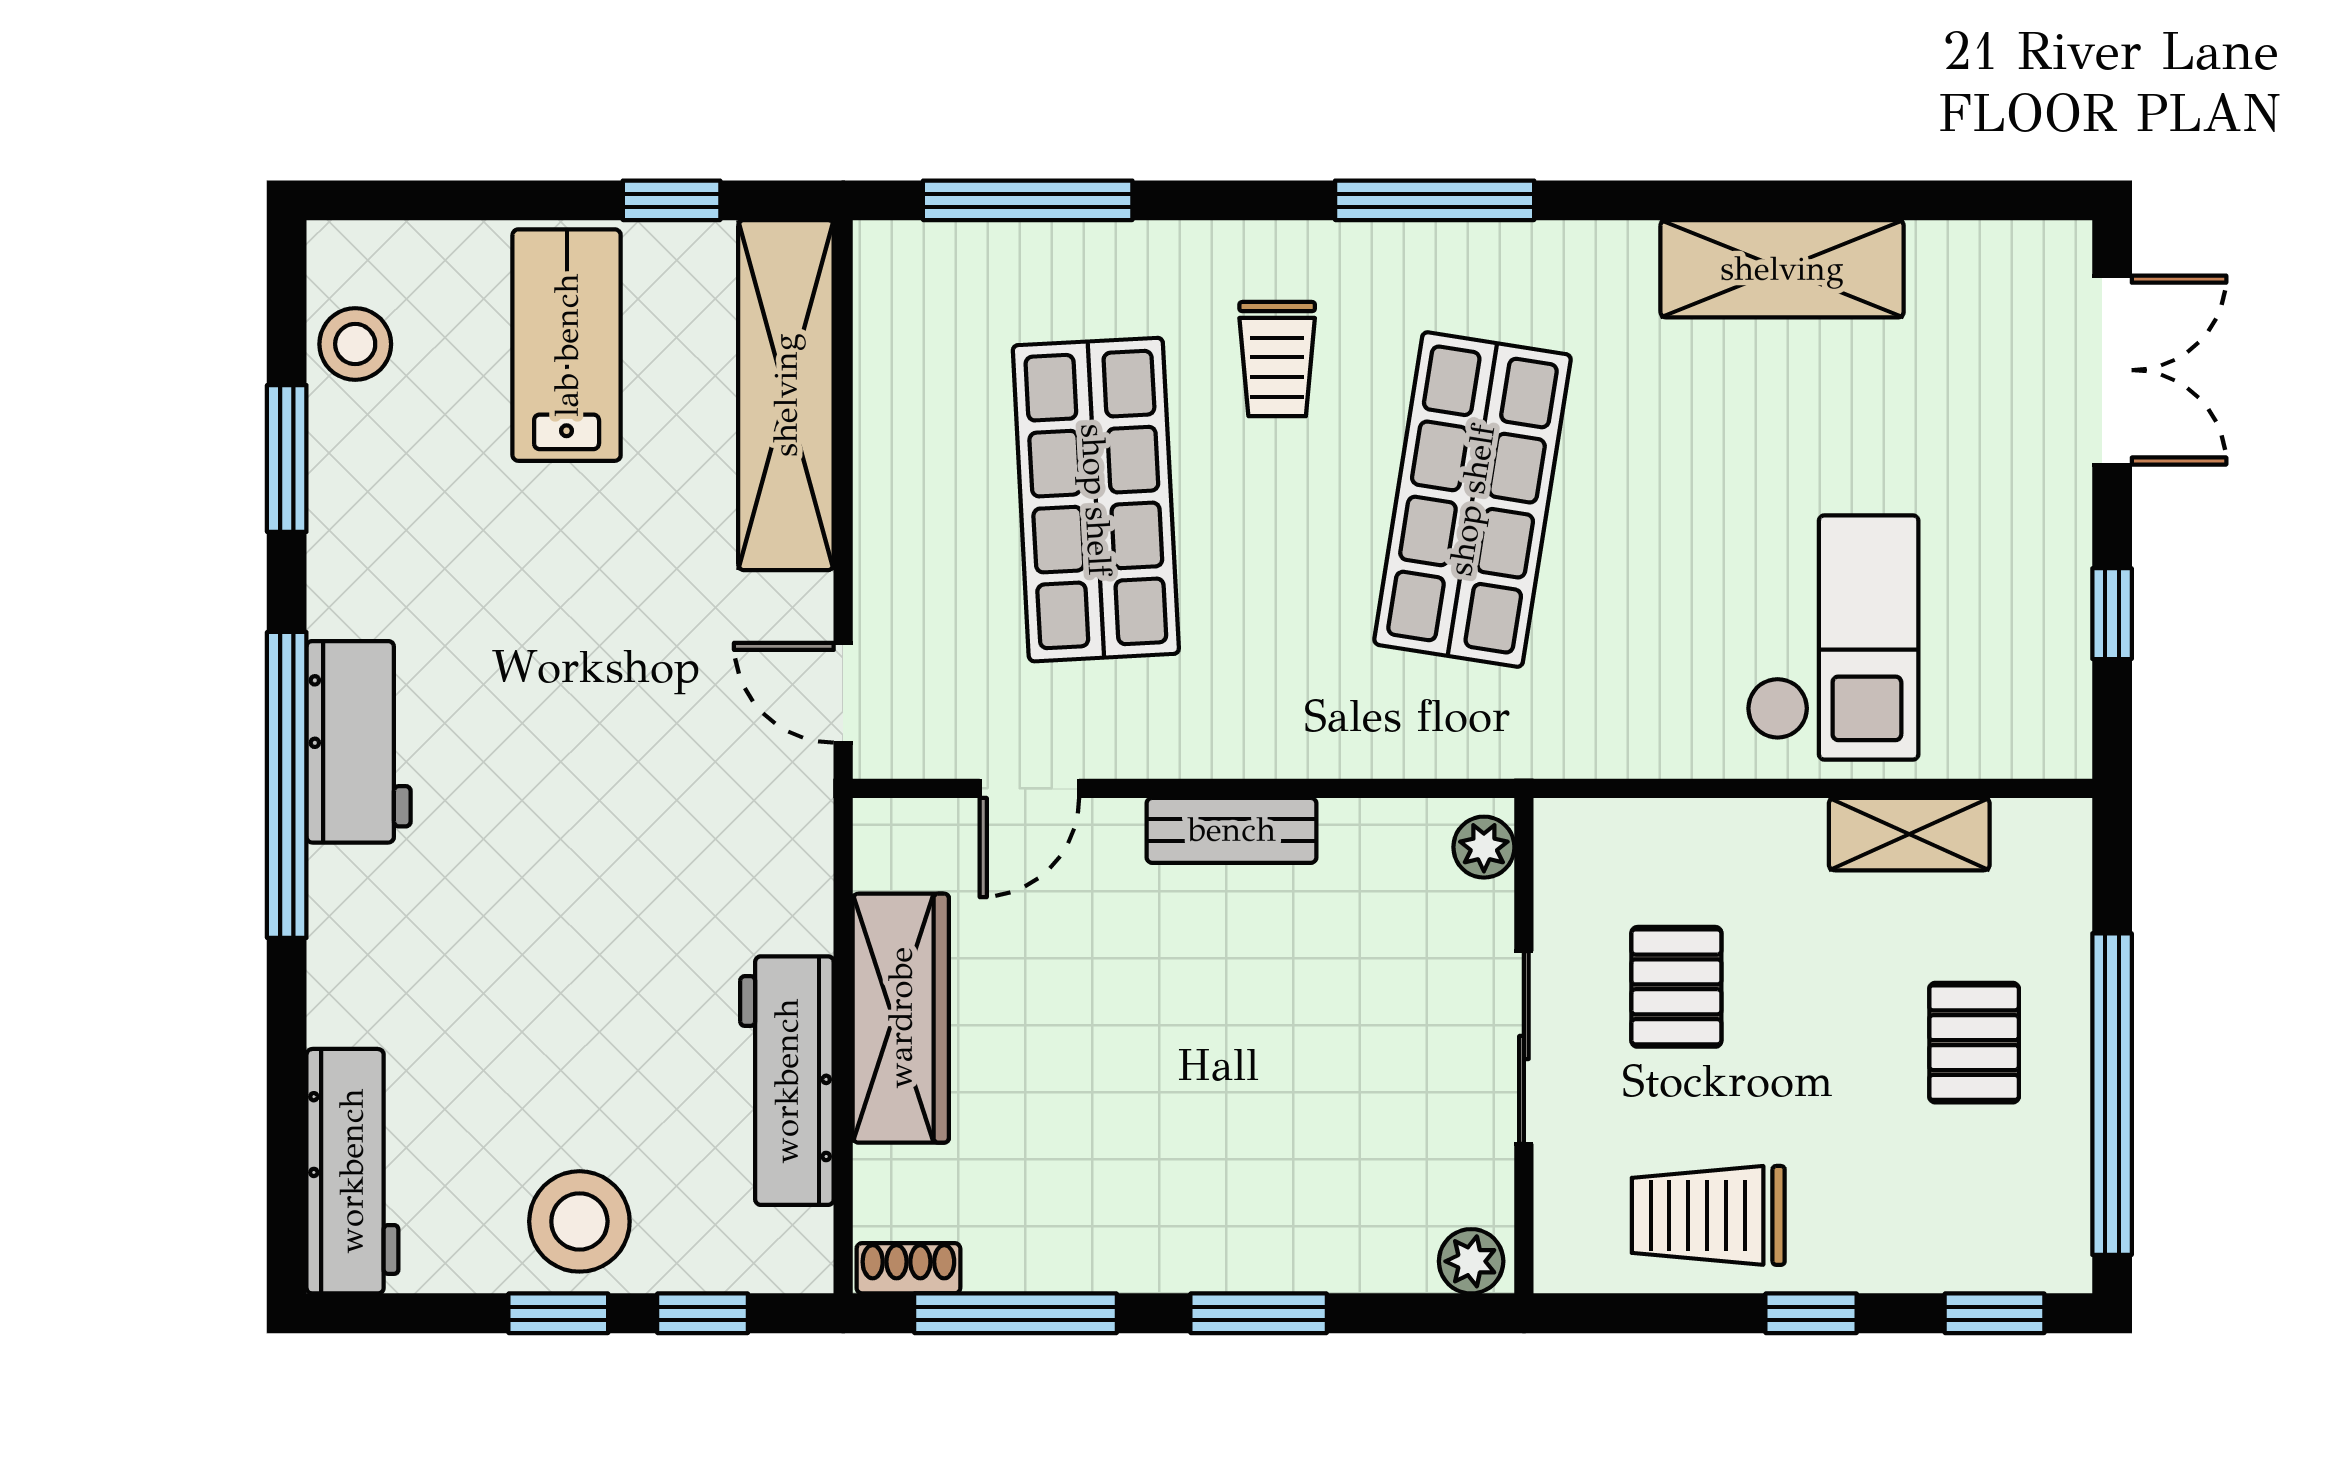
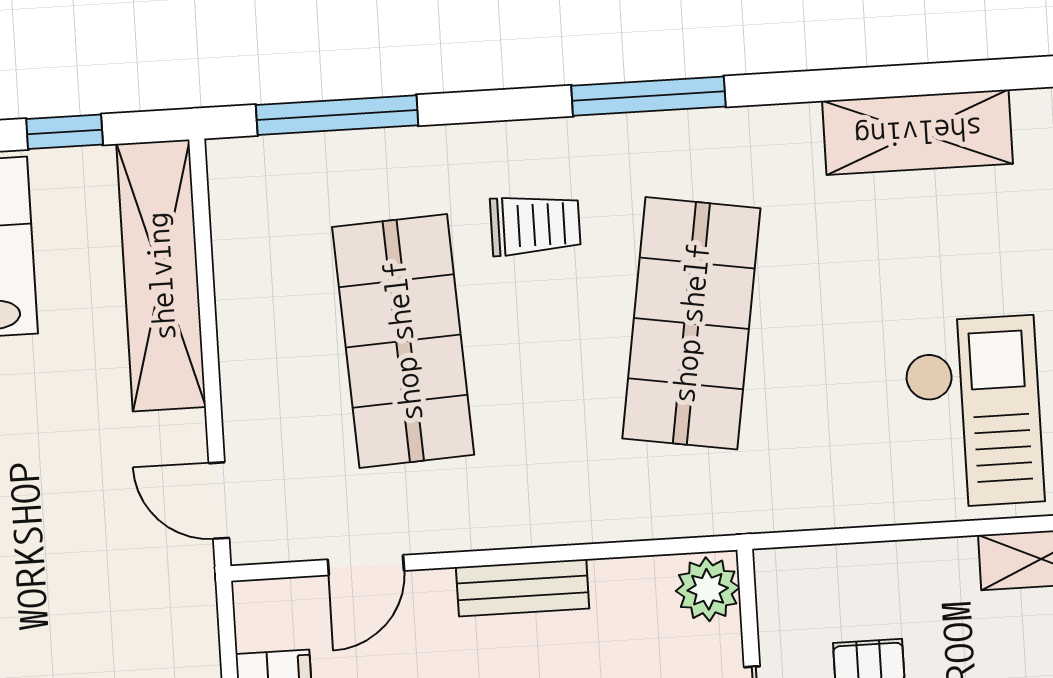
trolley: (1277, 359) -> (535, 225), turned -90
plant: (1484, 847) -> (708, 589), width x1.38, depth x1.38

